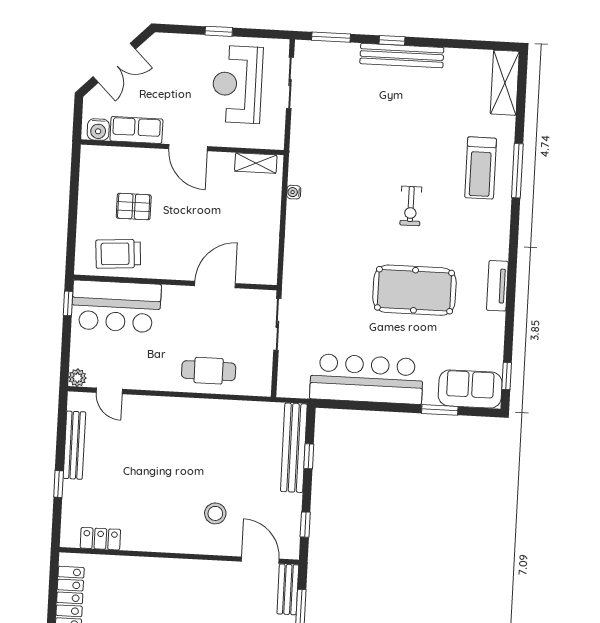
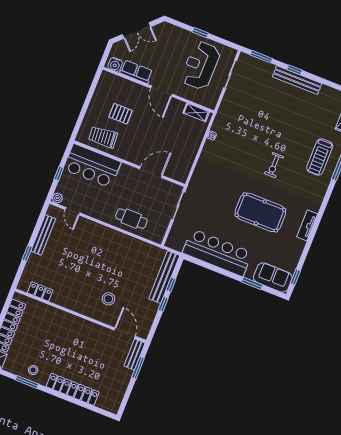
window: (68, 303) -> (59, 173), moved
window: (305, 525) -> (163, 304), moved

